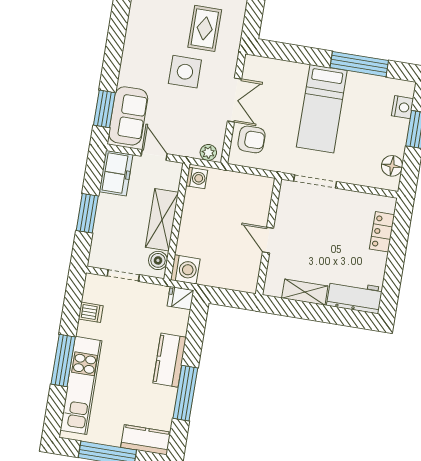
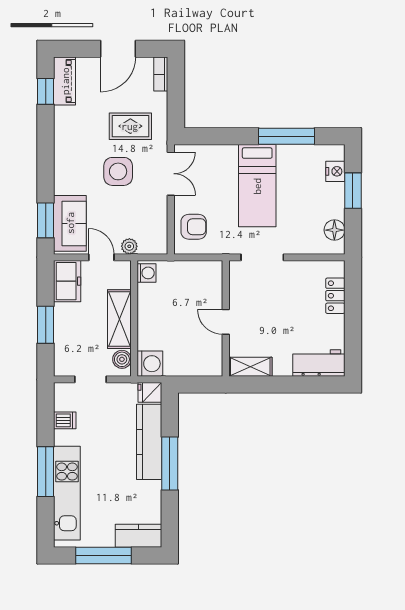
rug: (205, 28) -> (130, 126), turned 90
double door: (234, 100) -> (171, 174), moved
plant: (208, 152) -> (129, 246), moved
shelving: (305, 292) -> (250, 367), moved
kitchen counter: (170, 360) -> (149, 442), width x1.50
window: (185, 393) -> (170, 463), moved

